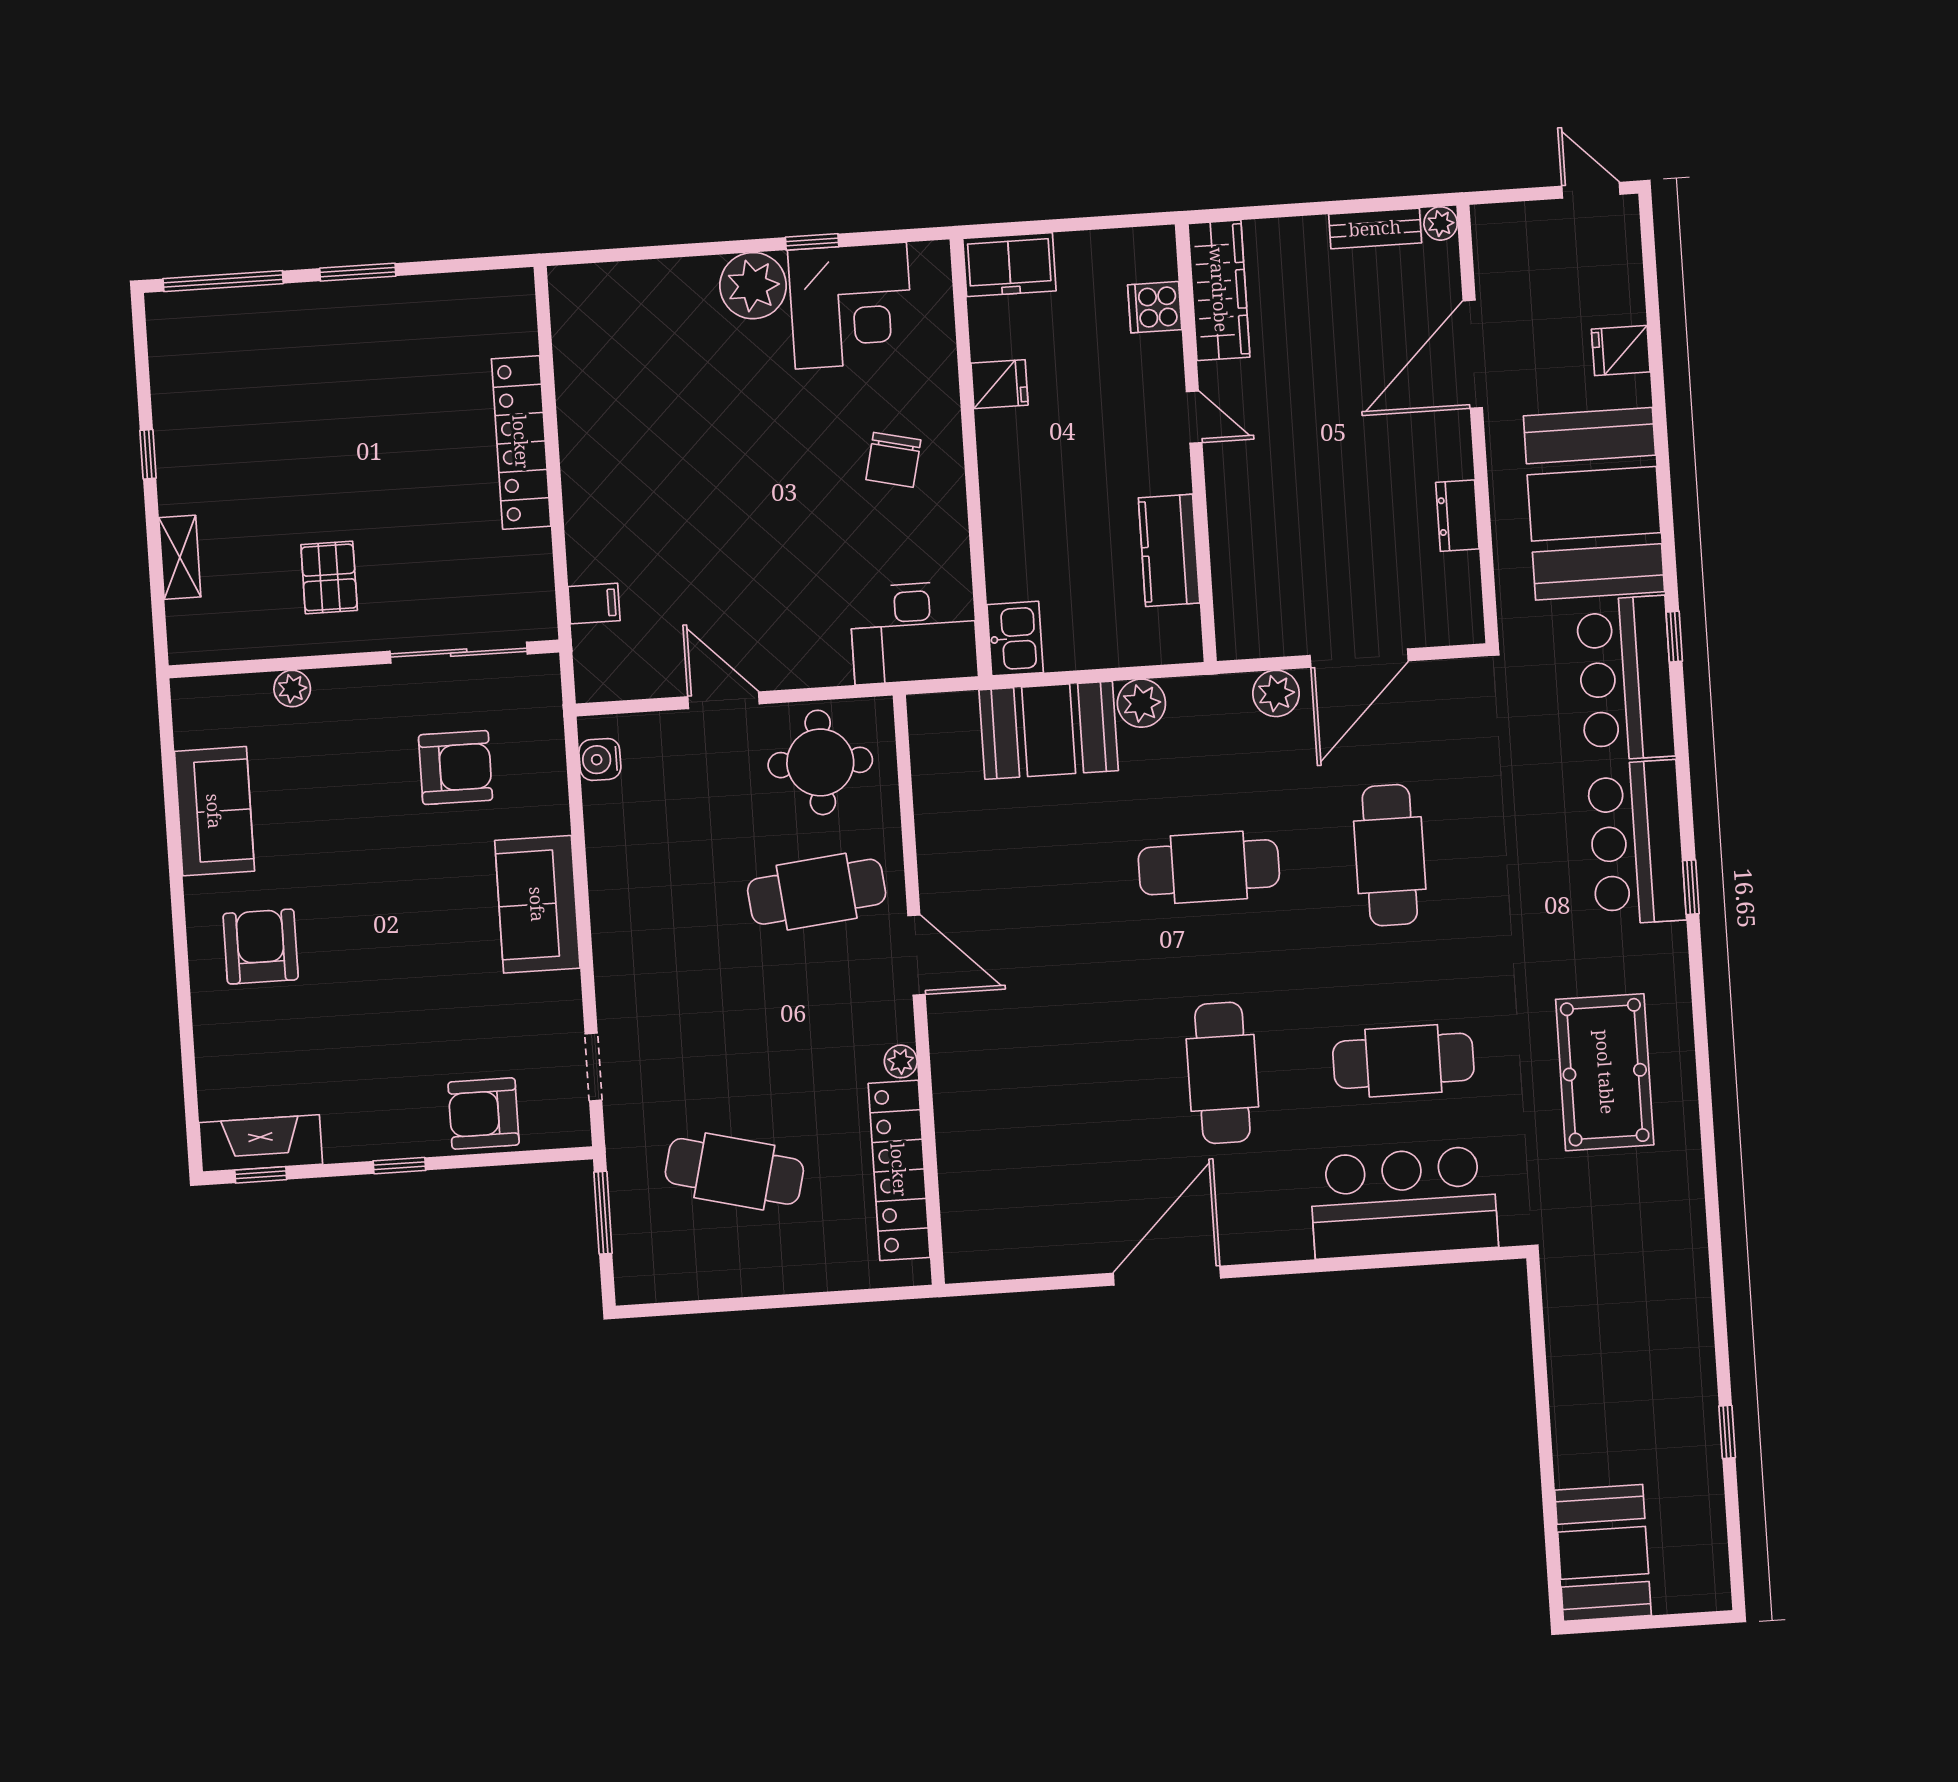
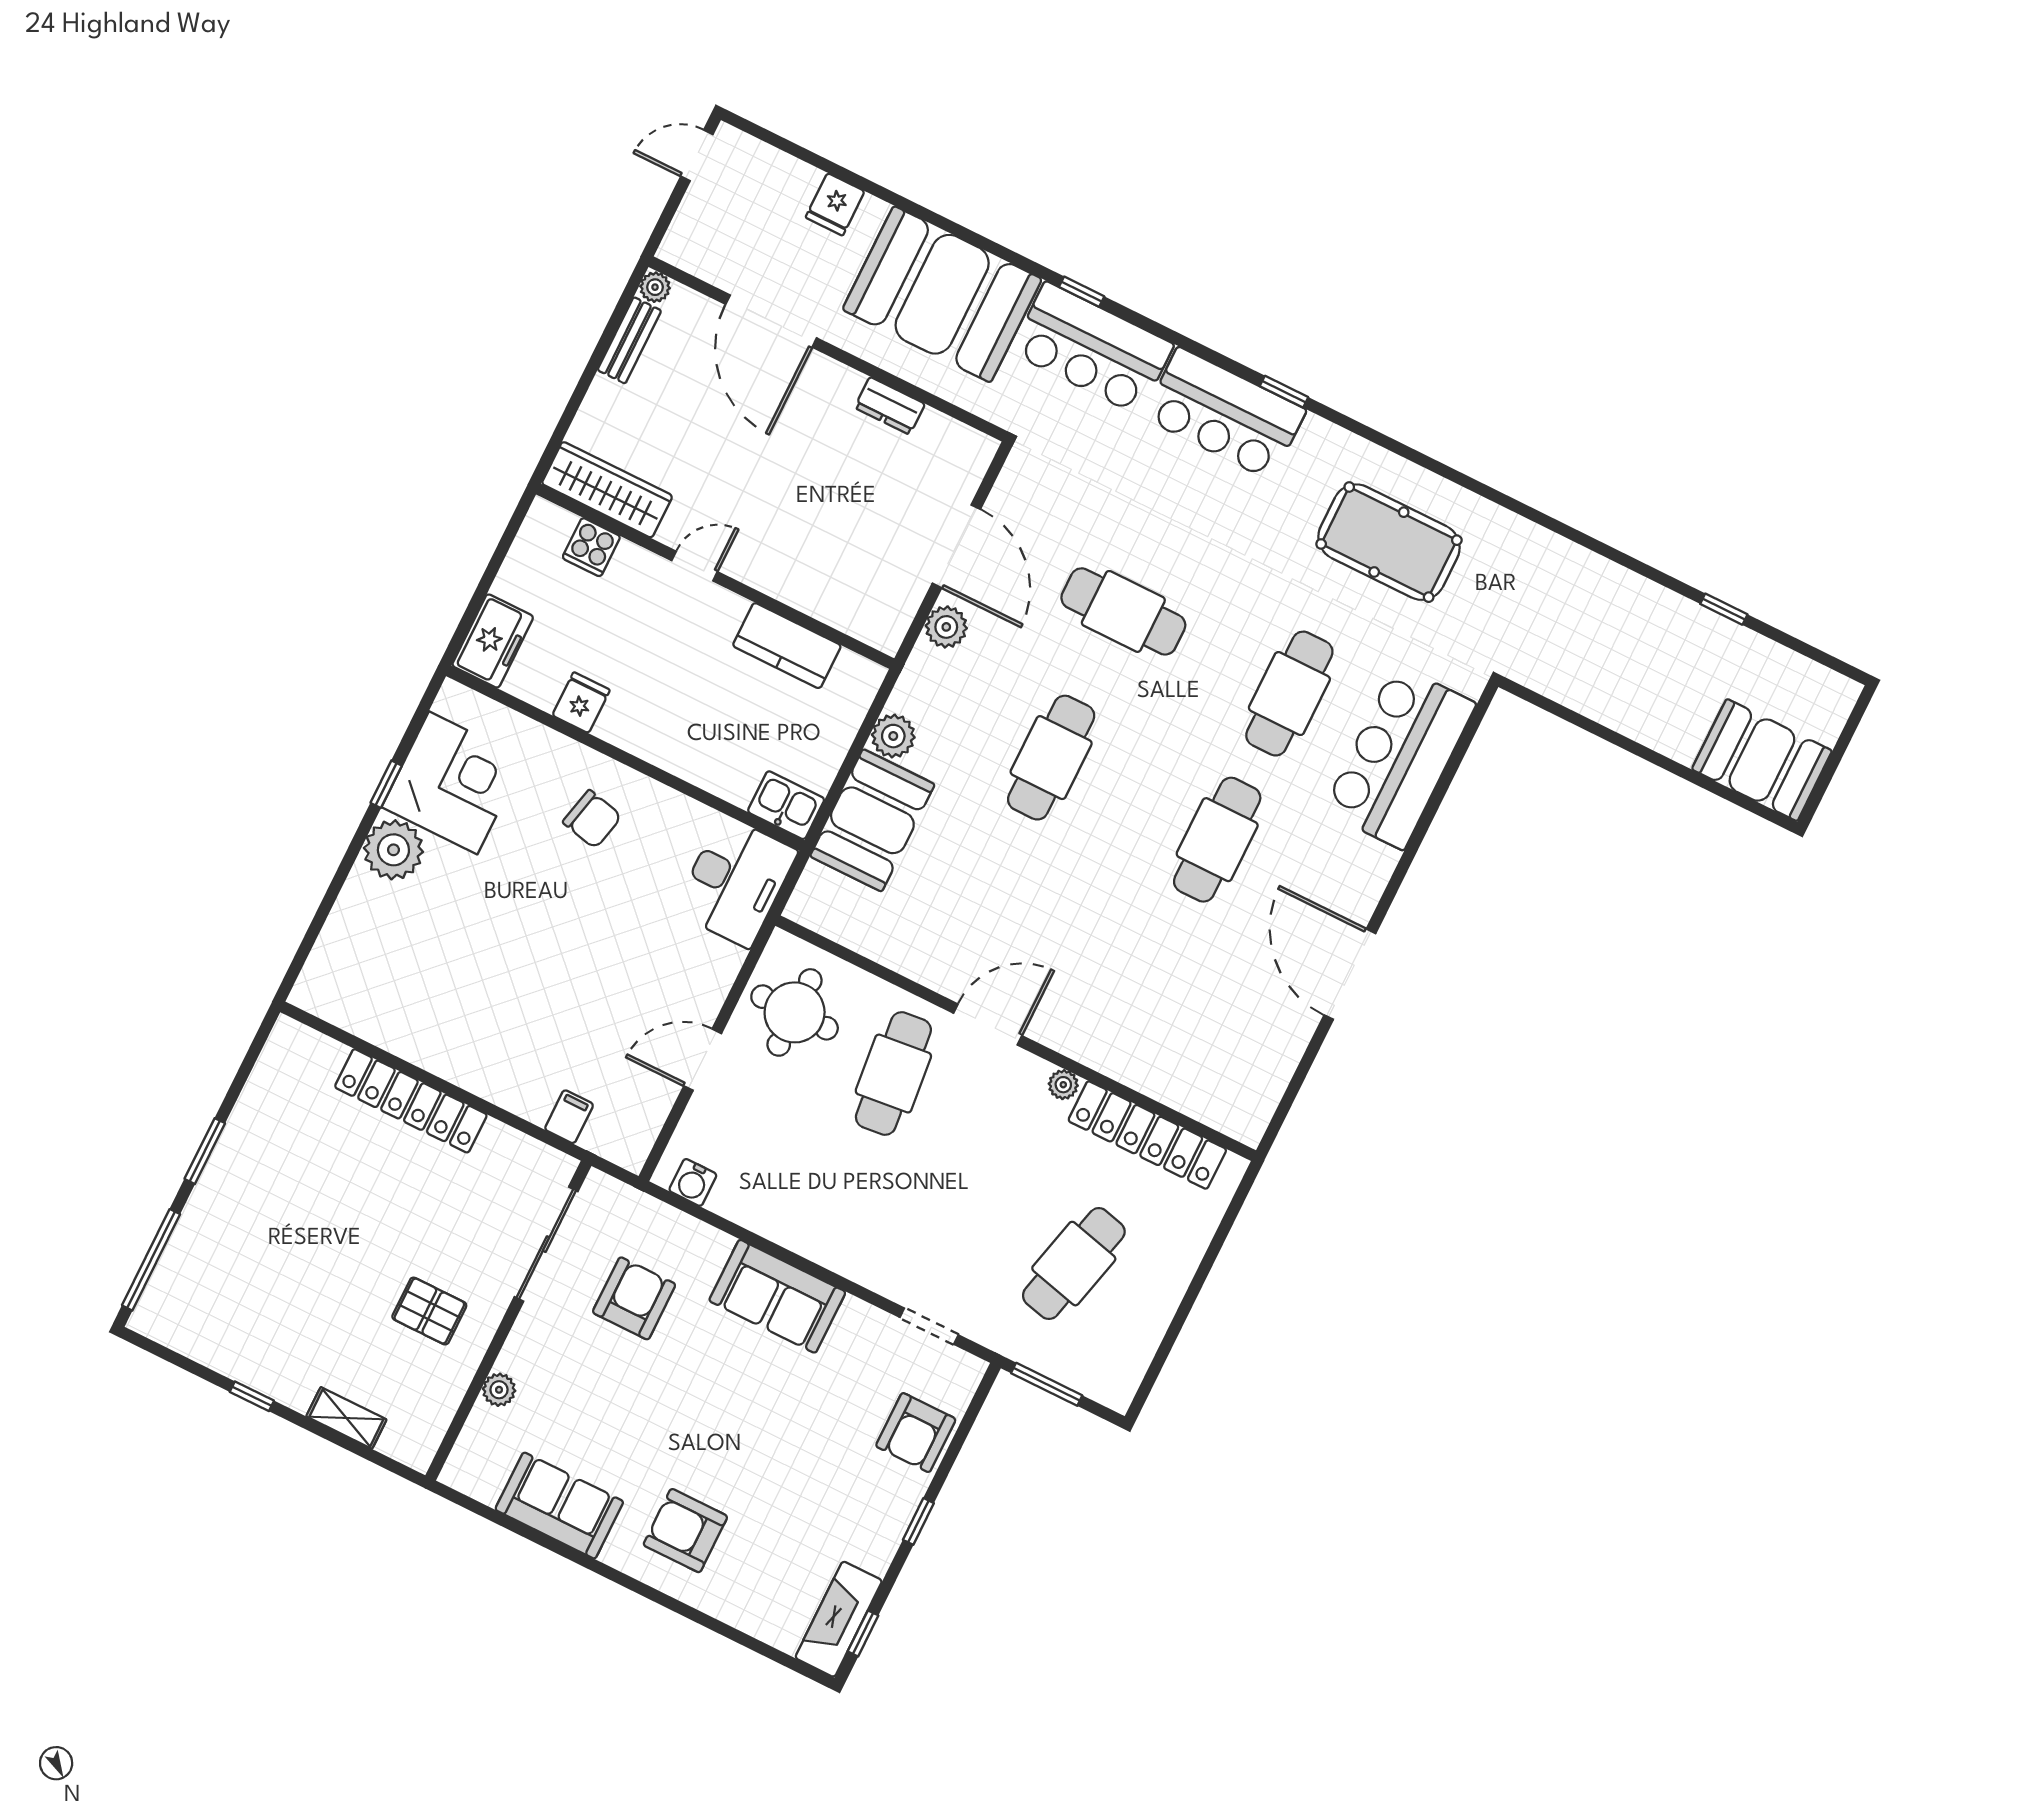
cafe table: (1222, 1073) -> (1217, 840), turned 90

